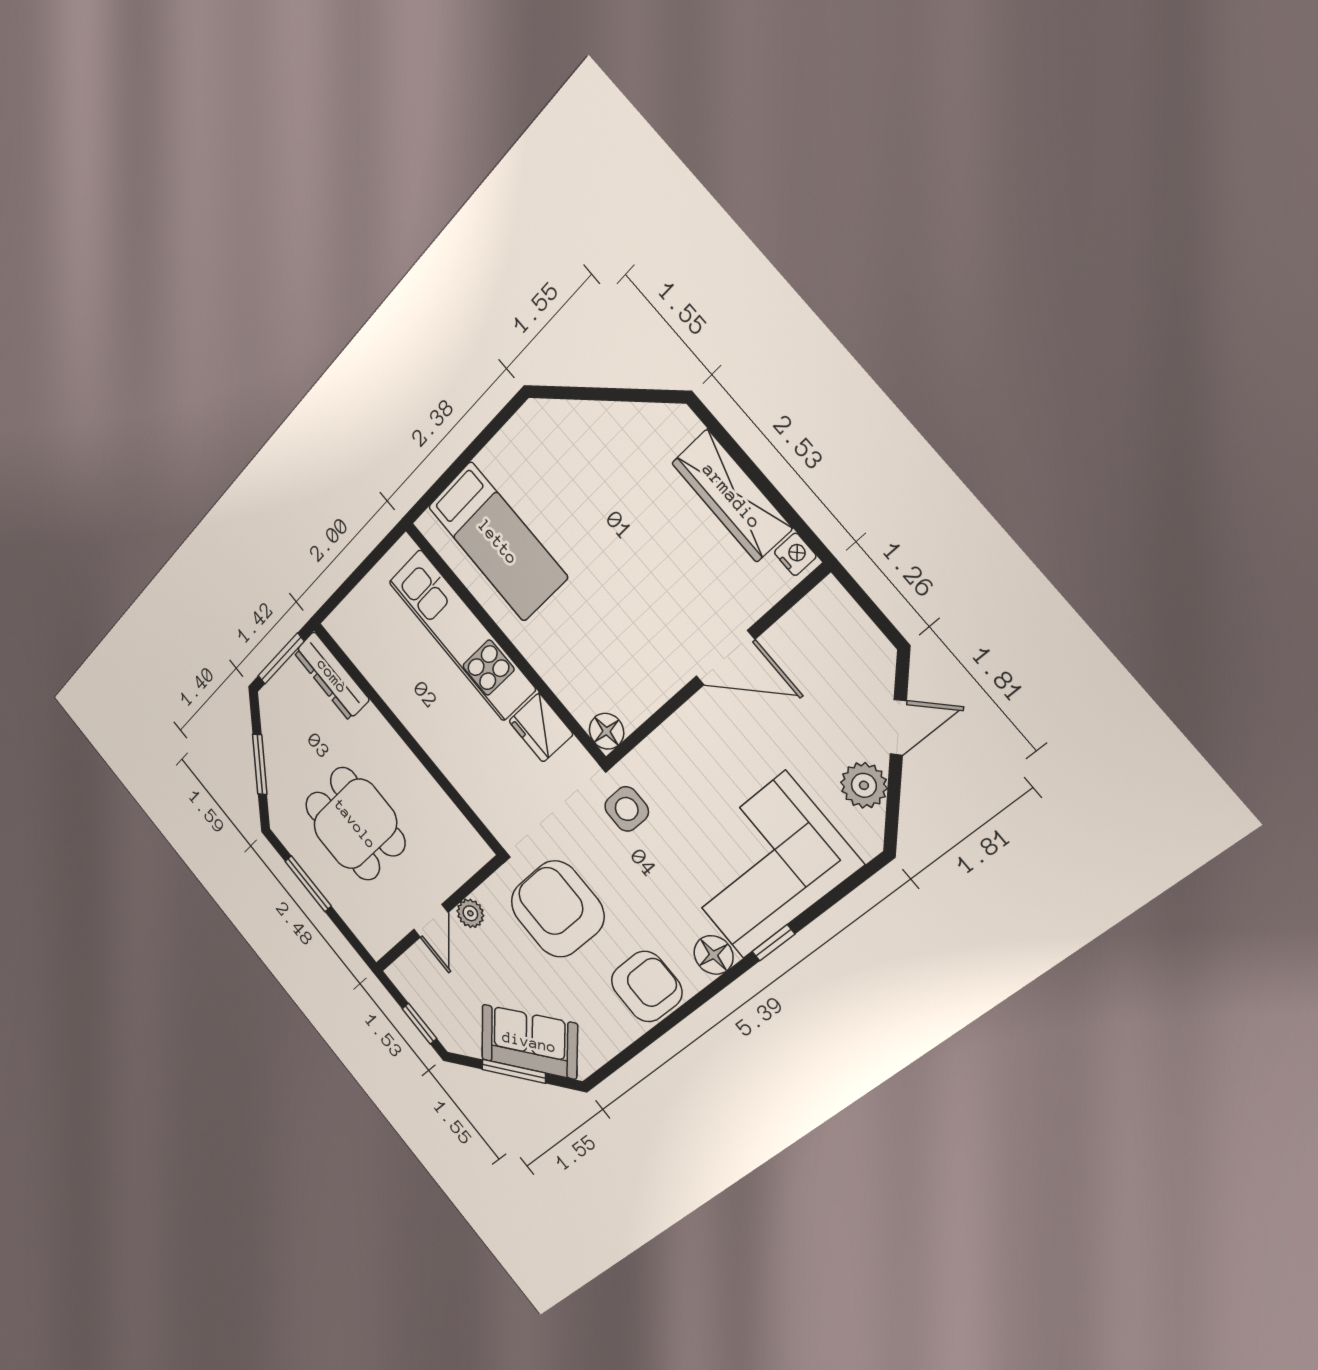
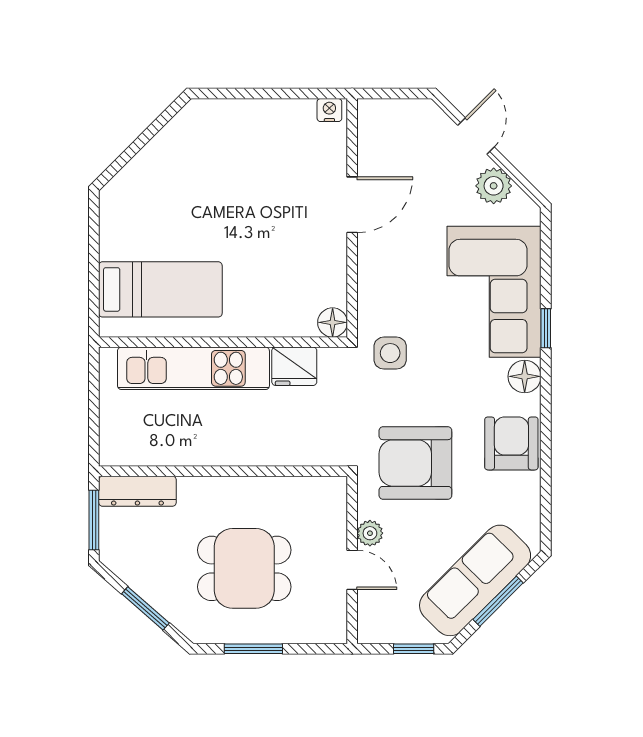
wardrobe: (732, 496) -> (265, 118), removed
sofa: (529, 1042) -> (475, 580), width x1.36

